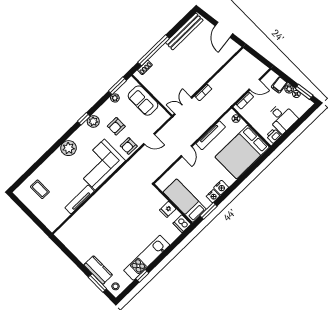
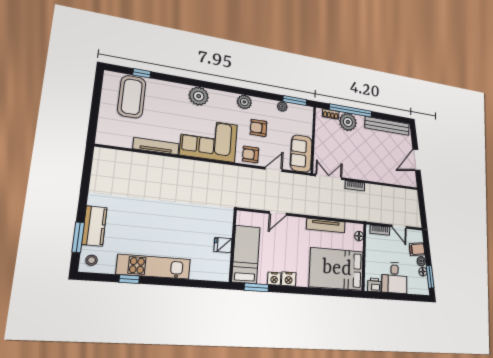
plant: (159, 59) -> (348, 122), added
sofa: (143, 101) -> (301, 154), moved
window: (84, 119) -> (142, 73), moved
door: (149, 139) -> (274, 169), swing flipped
door: (186, 151) -> (278, 213), moved
coffee table: (40, 189) -> (132, 97), width x1.86, depth x1.72
dishwasher: (182, 224) -> (221, 272), removed

